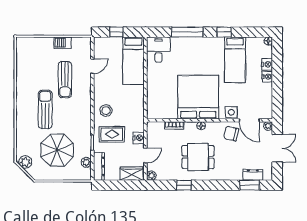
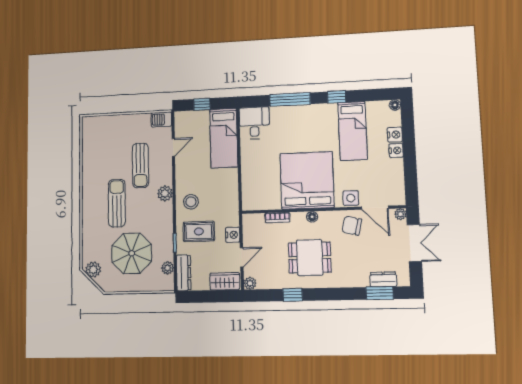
barbecue: (63, 43) -> (161, 119), moved
plant: (85, 103) -> (165, 193), added

